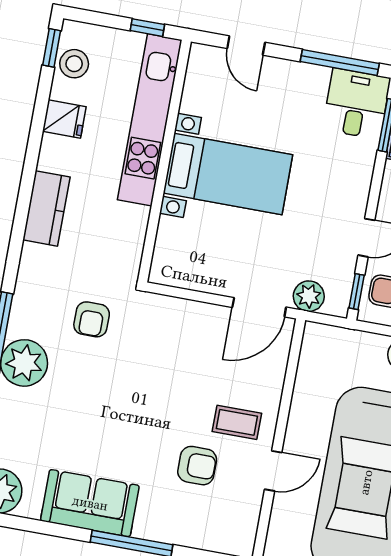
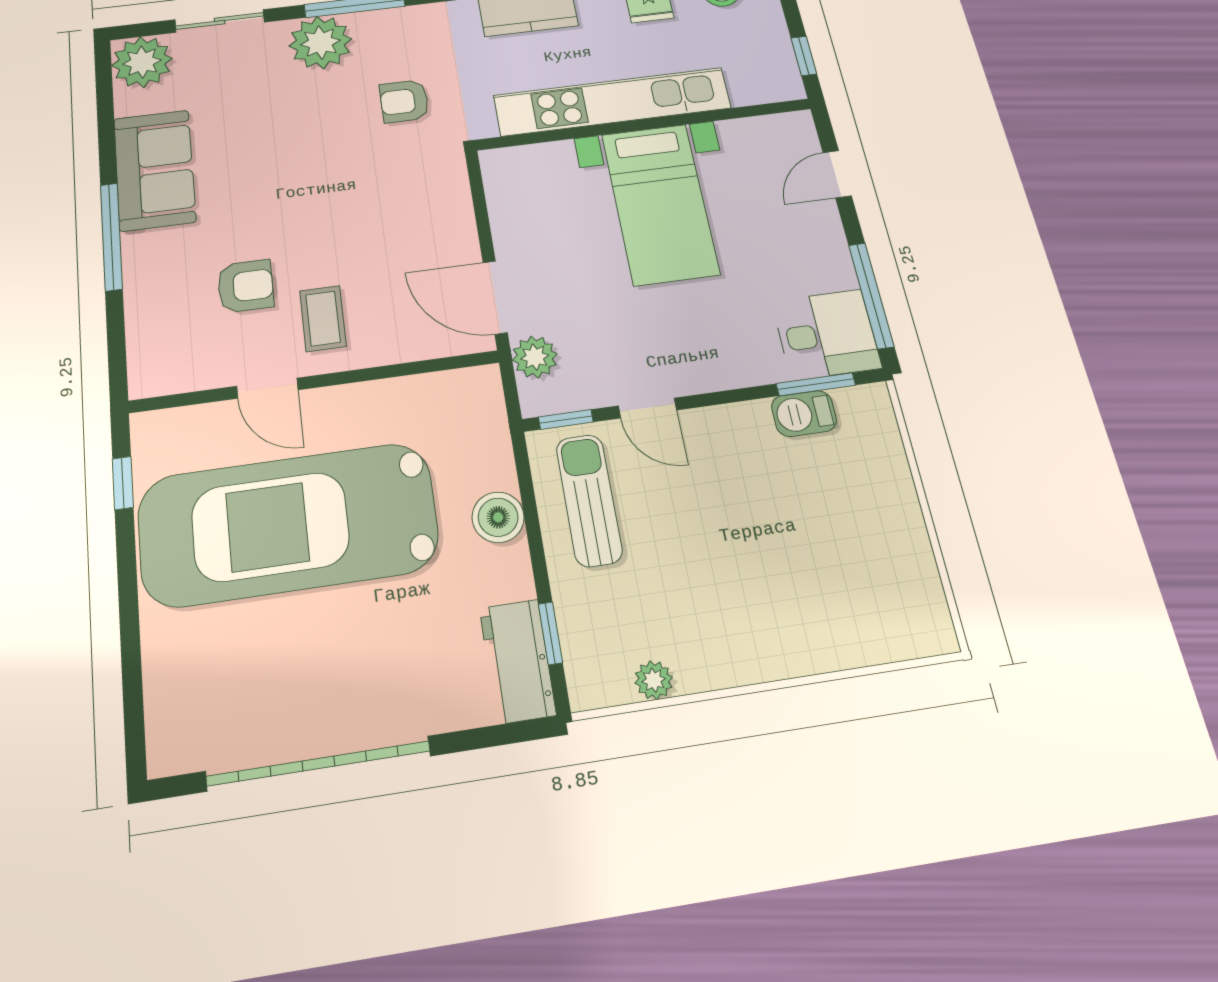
kitchen unit: (150, 120) -> (612, 102), moved
armchair: (197, 466) -> (246, 286), turned -90

